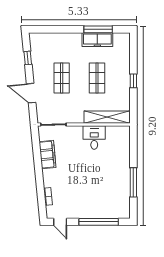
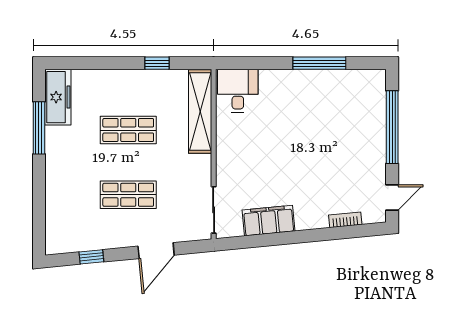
freezer: (97, 40) -> (58, 97), moved
window: (133, 81) -> (157, 63), moved
desk: (94, 137) -> (238, 91), moved, turned 90

